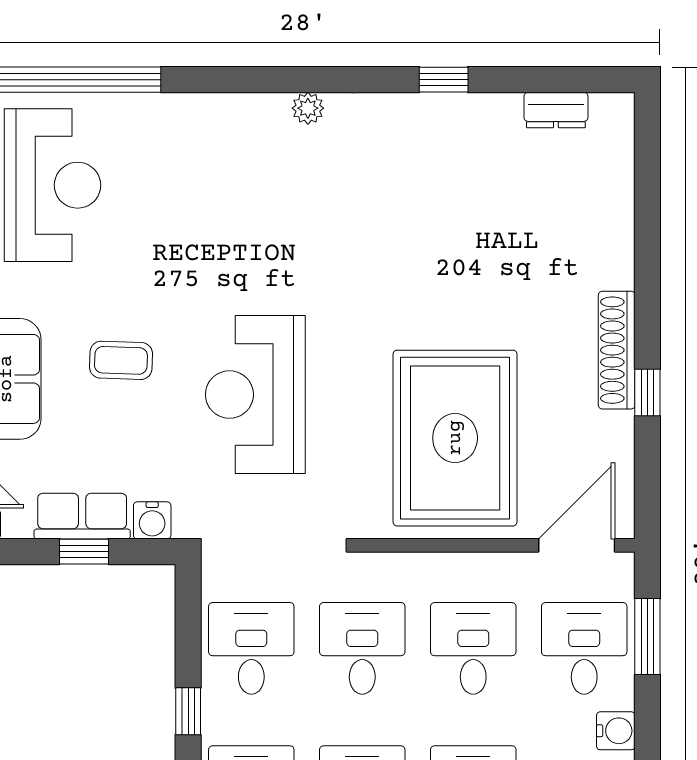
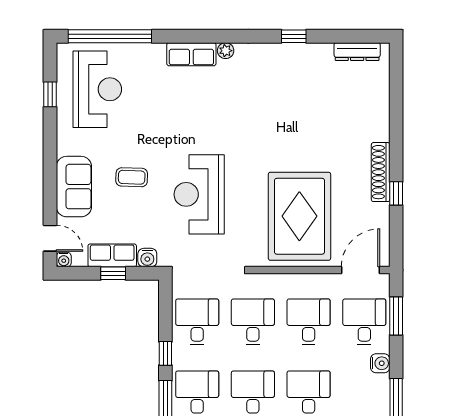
dresser: (556, 110) -> (357, 52), width x1.44
row of seats: (240, 115) -> (191, 54), added

